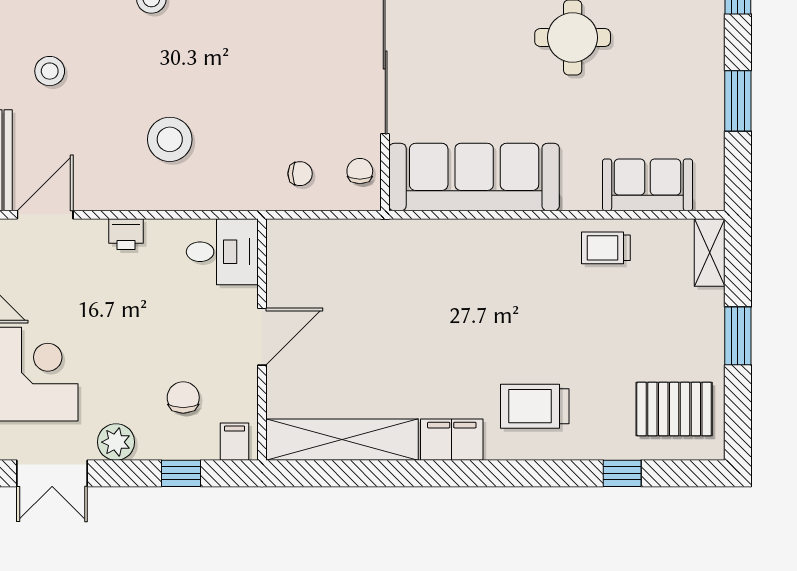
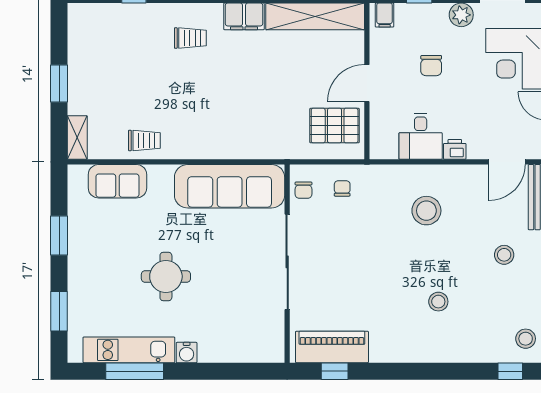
chair: (300, 174) -> (342, 188), turned 90
desk: (222, 252) -> (421, 136), moved, turned -90
chair: (183, 398) -> (431, 66), moved
trolley: (535, 406) -> (190, 38), width x0.73, depth x0.72
pallet: (674, 409) -> (335, 126), moved

